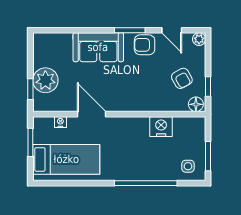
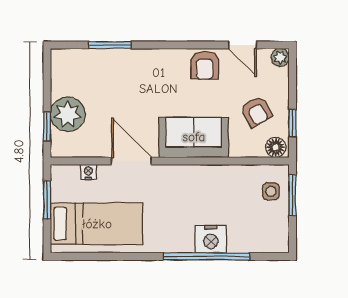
window: (130, 30) -> (110, 45), moved
armchair: (145, 45) -> (205, 65), turned -90
sofa: (98, 47) -> (194, 137), moved, turned 180
nightstand: (161, 127) -> (211, 239), moved, turned 180
window: (208, 156) -> (292, 195), moved
side table: (188, 166) -> (271, 191), moved

